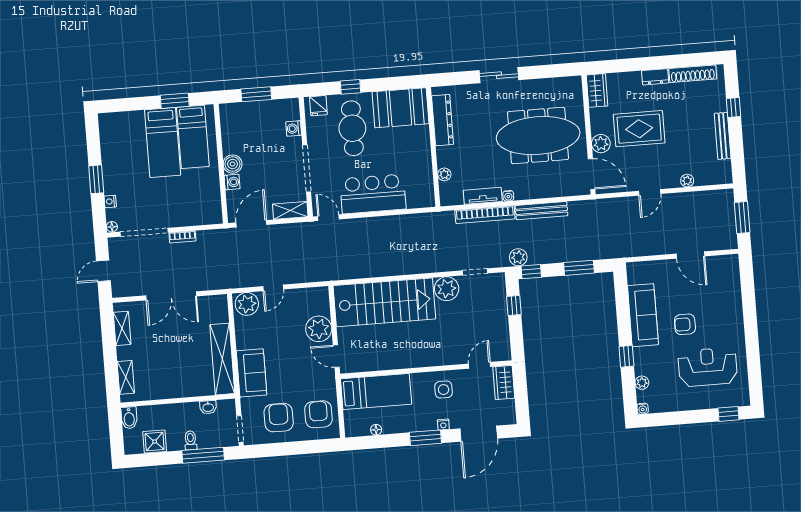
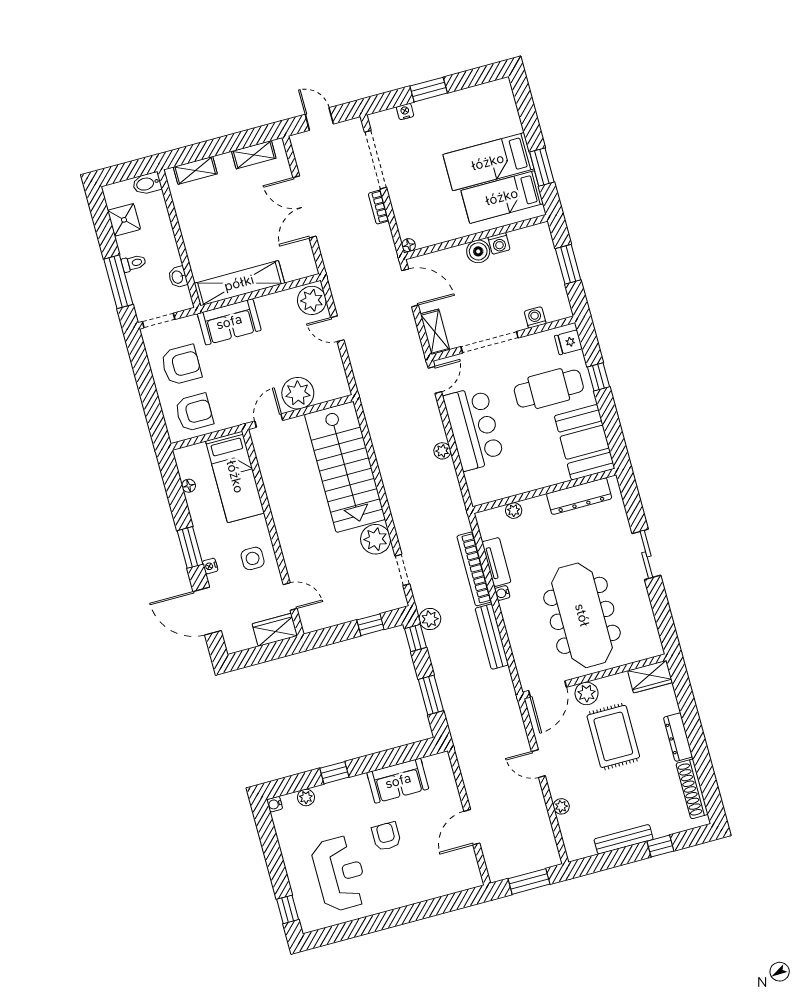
dresser: (655, 77) -> (678, 737), width x1.44
washing machine: (232, 182) -> (499, 243), moved
plant: (386, 222) -> (442, 451), added
floor lamp: (112, 227) -> (409, 245), moved
sofa: (643, 315) -> (398, 781), width x0.73

